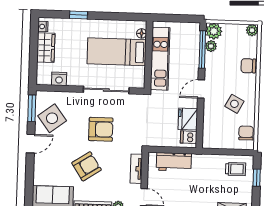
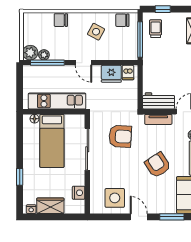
plant: (252, 30) -> (28, 18), removed
chair: (248, 66) -> (61, 20), turned 90
window: (32, 108) -> (172, 217), moved
side table: (52, 118) -> (115, 198), turned 37
armchair: (101, 129) -> (120, 136), moved, turned 93
window: (224, 152) -> (140, 39), added
workbench: (174, 162) -> (159, 101), moved, turned -90

